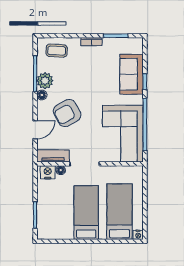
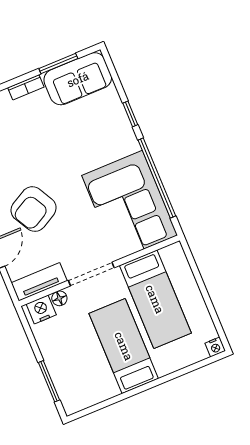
sofa: (132, 74) -> (78, 79), moved, turned -90
bed: (120, 212) -> (155, 299), moved, turned 180

